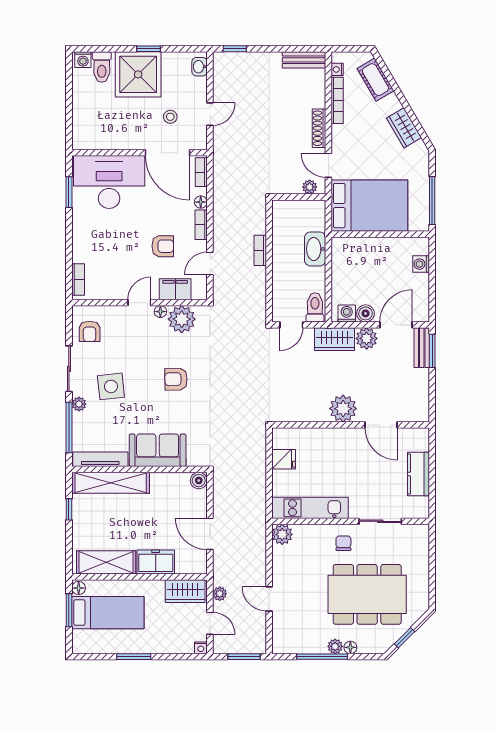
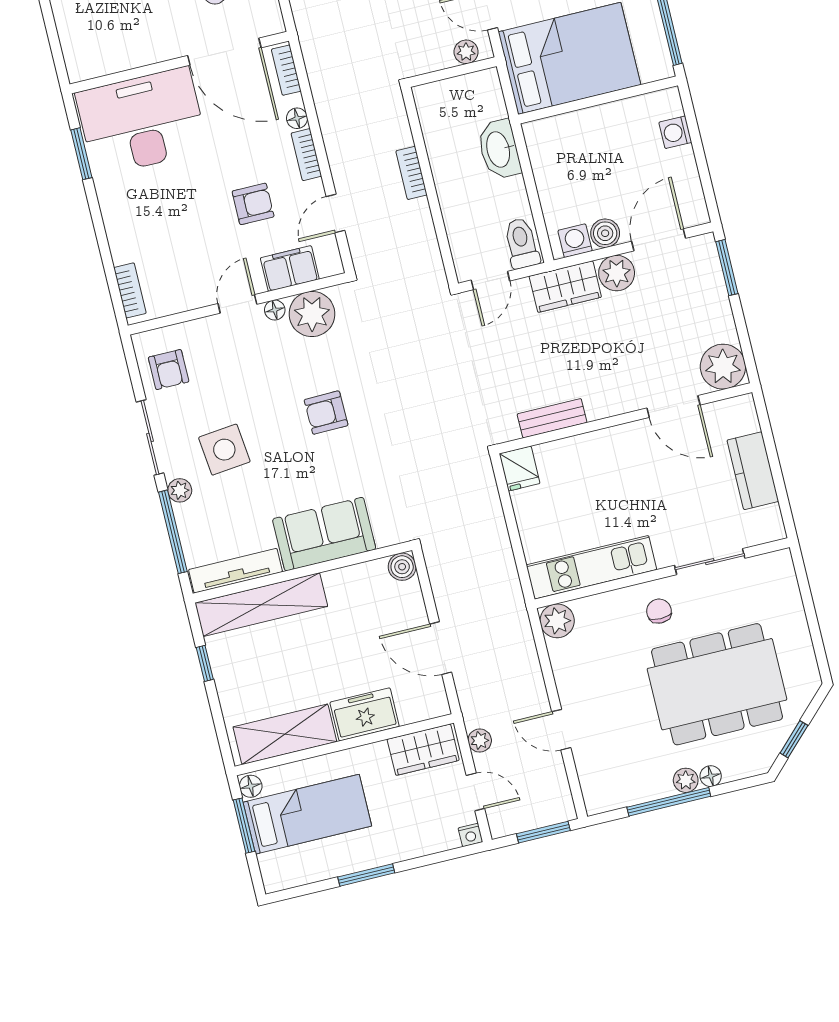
bench: (422, 348) -> (552, 418), moved, turned 90
plant: (343, 409) -> (723, 367), moved
fridge: (284, 459) -> (520, 468), moved, turned 90

